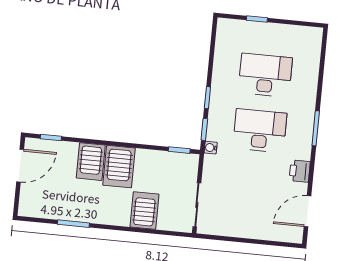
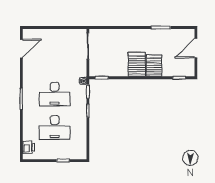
door: (20, 166) -> (196, 48), moved
printer: (300, 171) -> (28, 147), moved
server rack: (144, 210) -> (119, 40), removed

